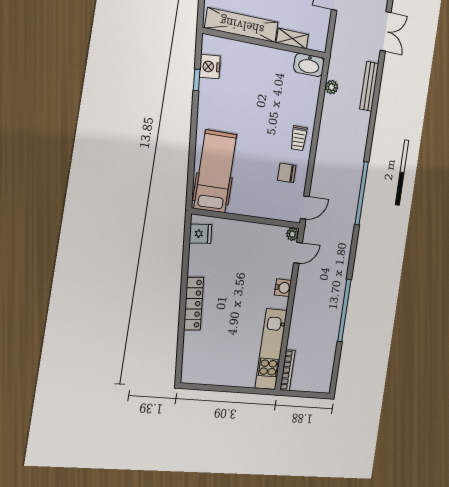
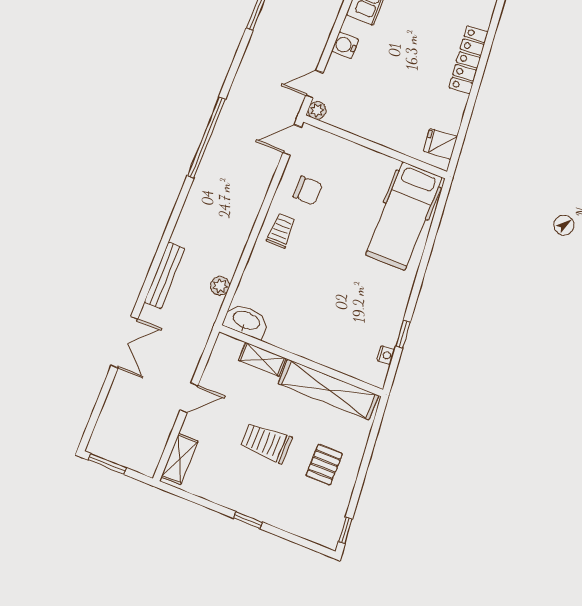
double door: (386, 31) -> (124, 342), swing flipped
nightstand: (210, 67) -> (386, 355), width x0.53, depth x0.56

